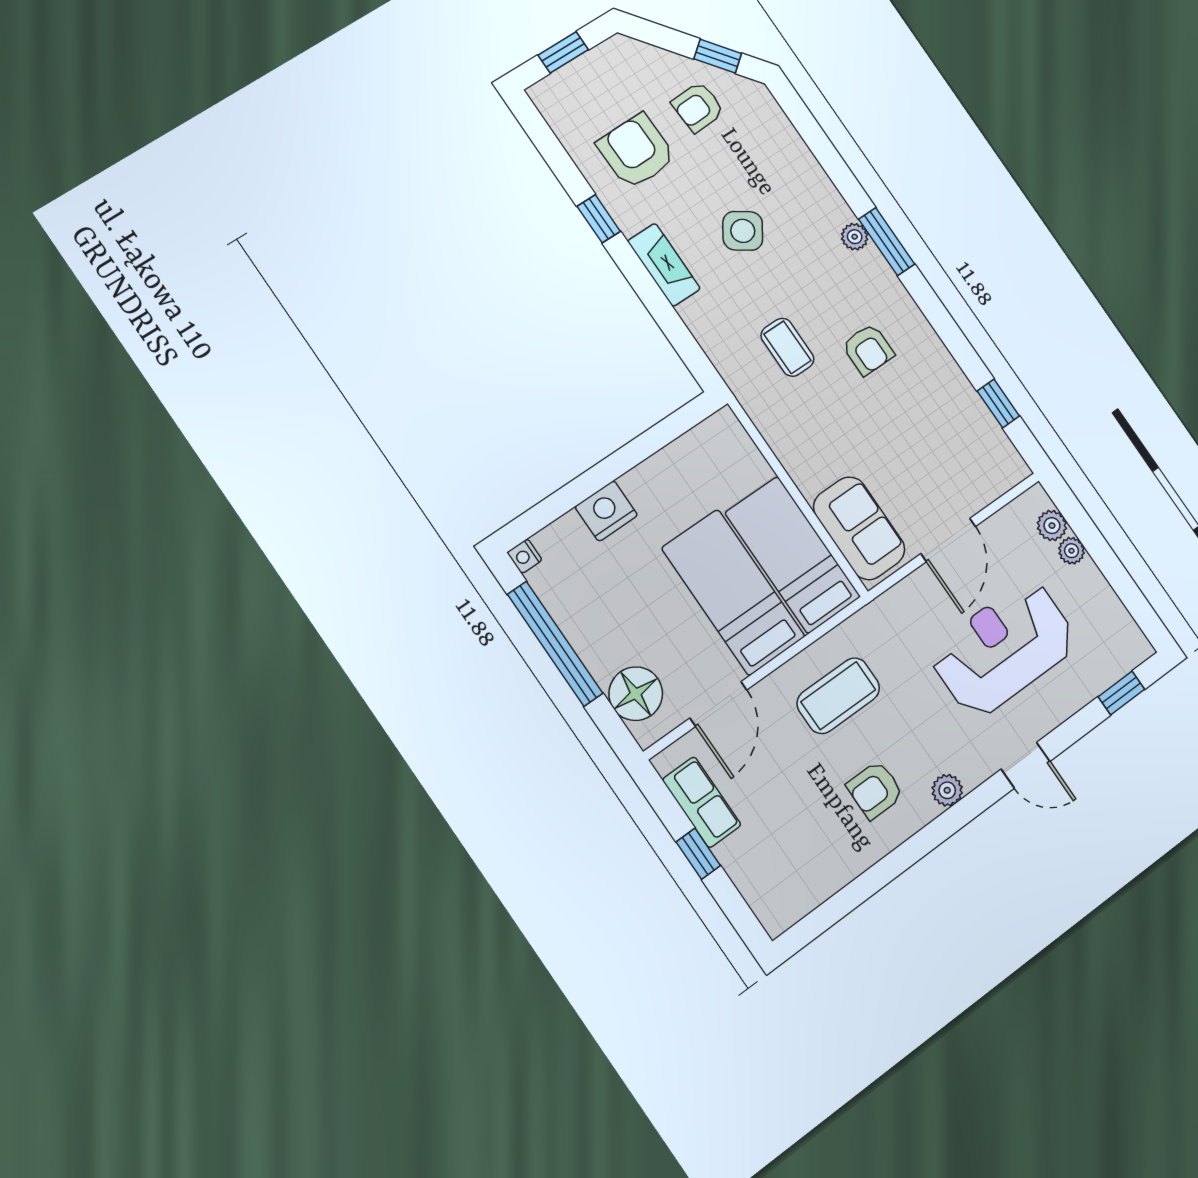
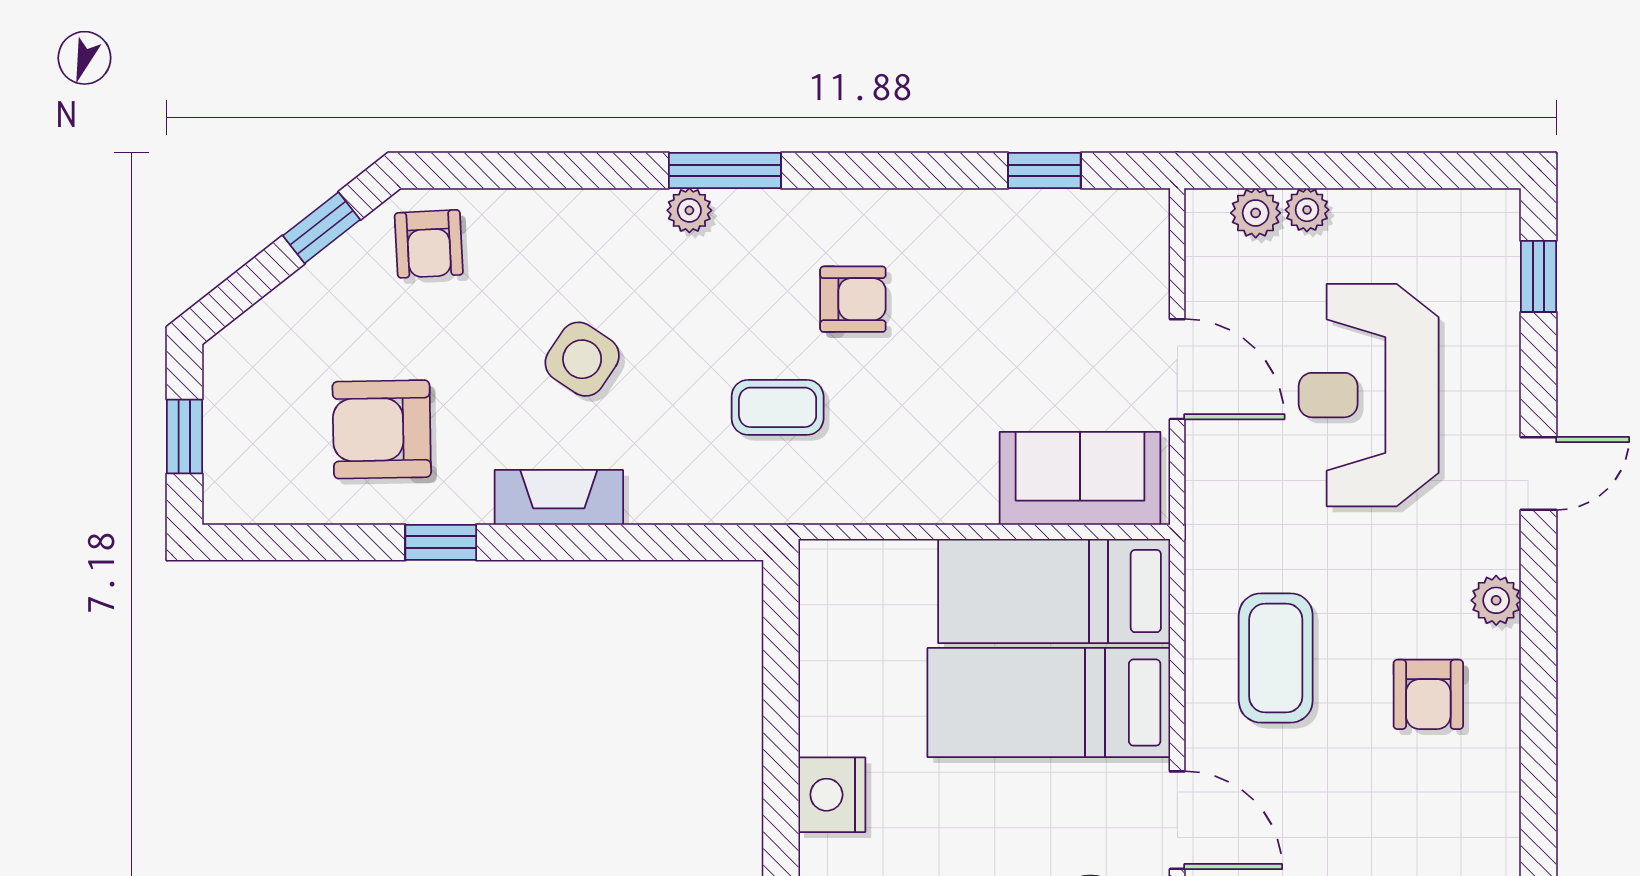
armchair: (698, 107) -> (429, 244), moved

